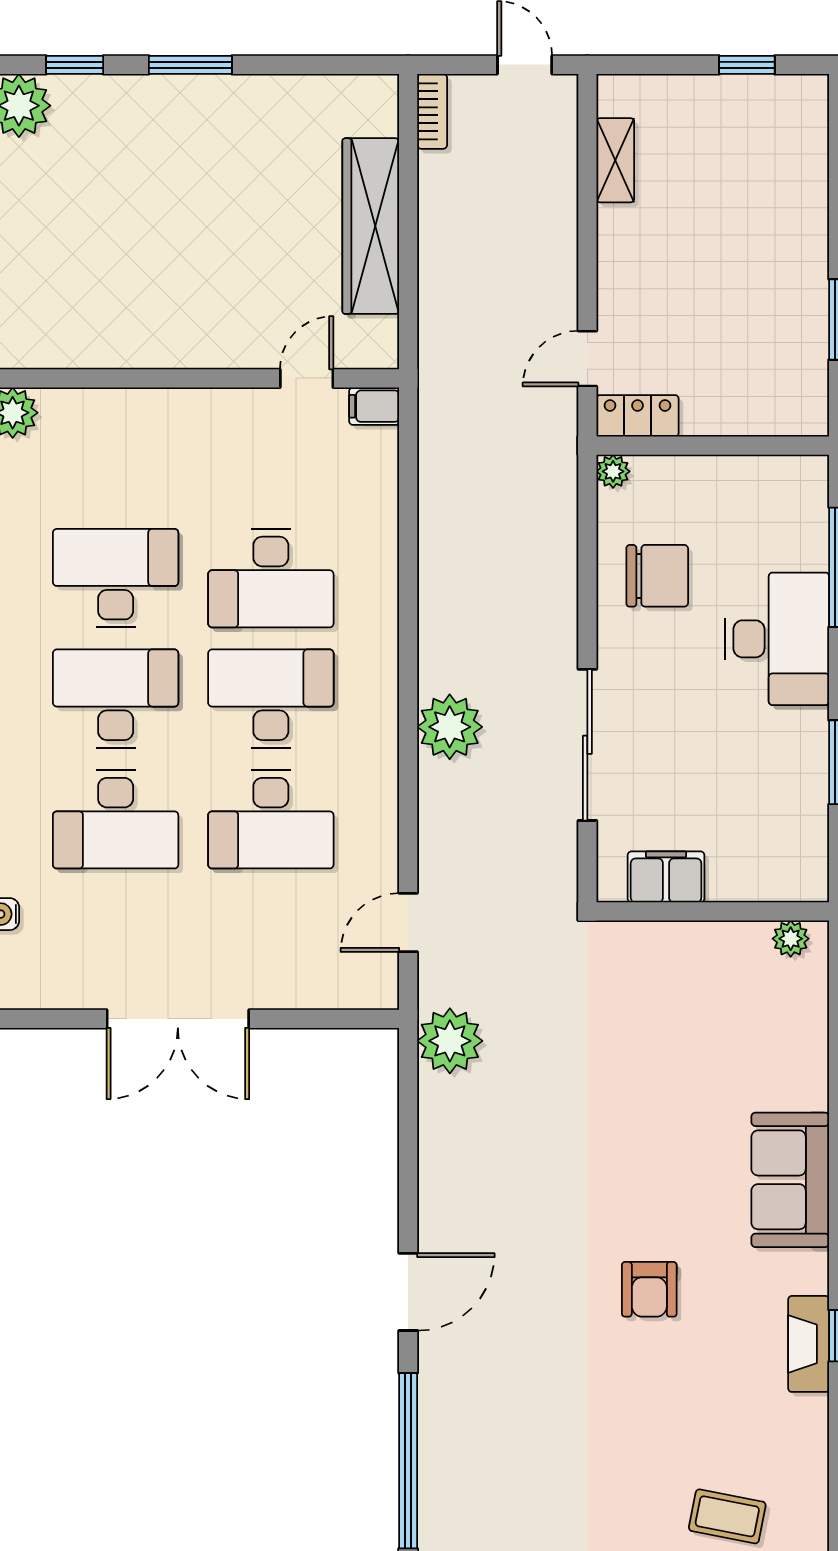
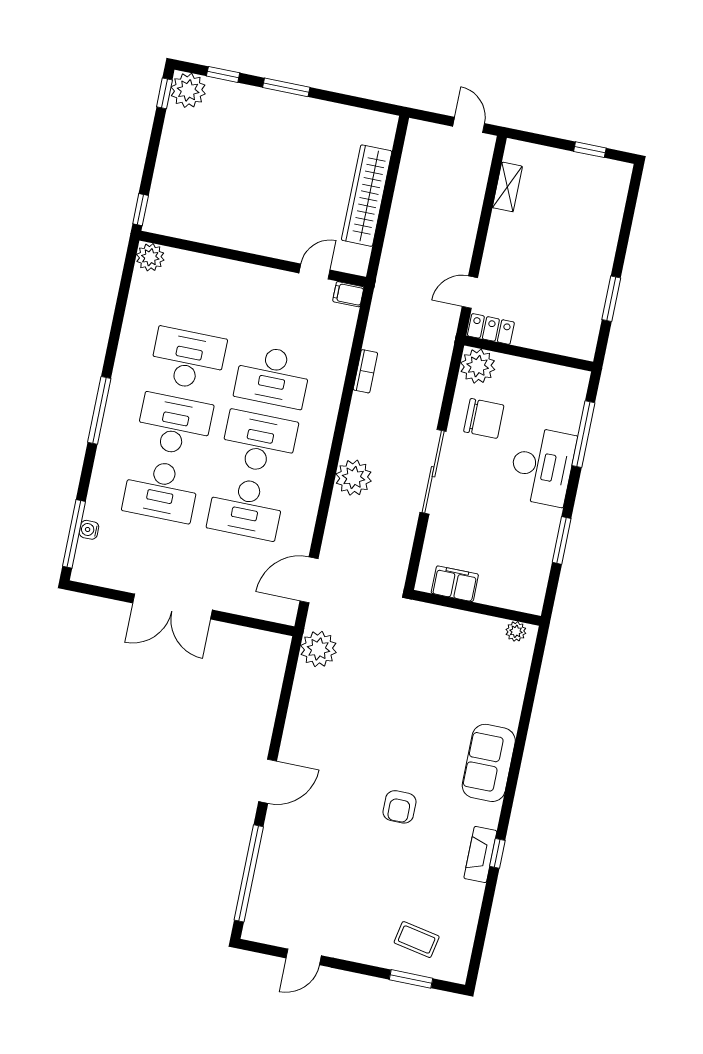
bookcase: (432, 111) -> (365, 371), moved
plant: (613, 471) -> (478, 366), width x1.88, depth x1.88
sliding door: (587, 745) -> (433, 472), moved
door: (408, 923) -> (309, 580), width x1.38

